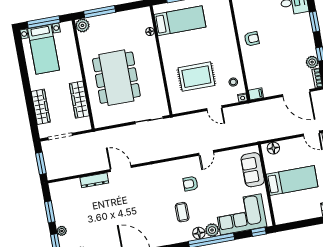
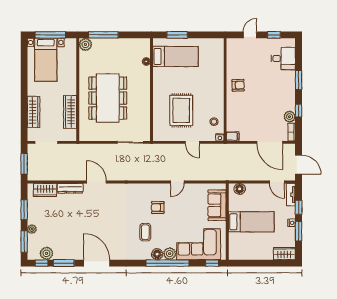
rug: (196, 77) -> (181, 110), turned 90
wardrobe: (68, 187) -> (45, 190), added

